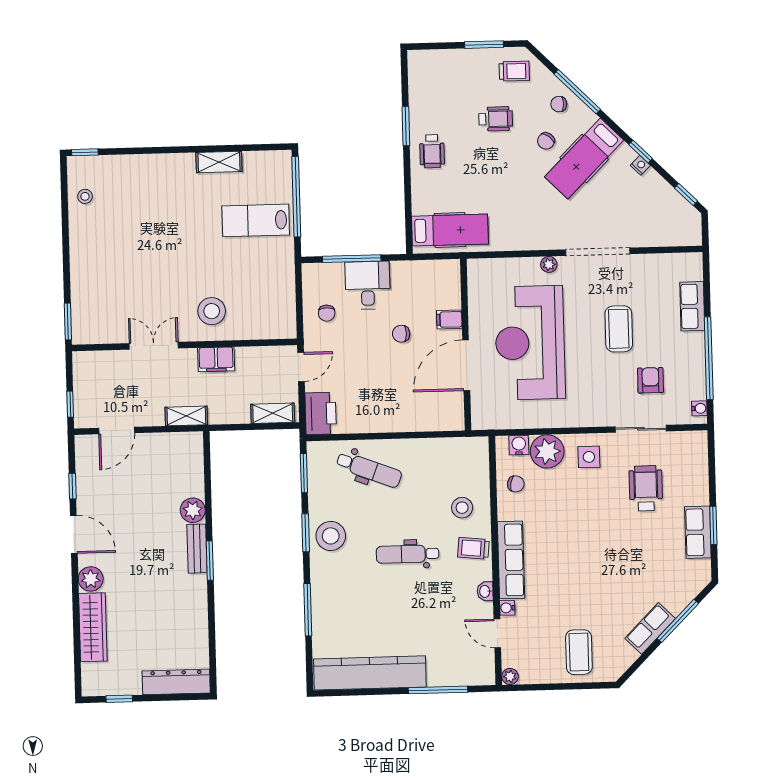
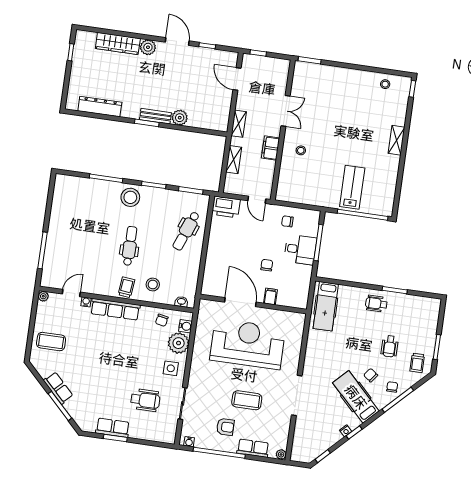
shelving: (219, 162) -> (397, 140), moved
plant: (549, 264) -> (281, 454), moved
stool: (212, 311) -> (301, 150), width x0.53, depth x0.53
armchair: (650, 380) -> (225, 427), moved
shelving: (273, 413) -> (234, 160), moved
door: (74, 534) -> (177, 42), swing flipped
stool: (331, 536) -> (130, 197), moved
washbasin: (485, 591) -> (181, 302), moved
kitchen counter: (370, 673) -> (60, 210), removed
dresser: (176, 682) -> (100, 107), moved, turned -90

